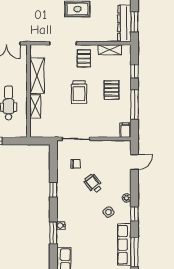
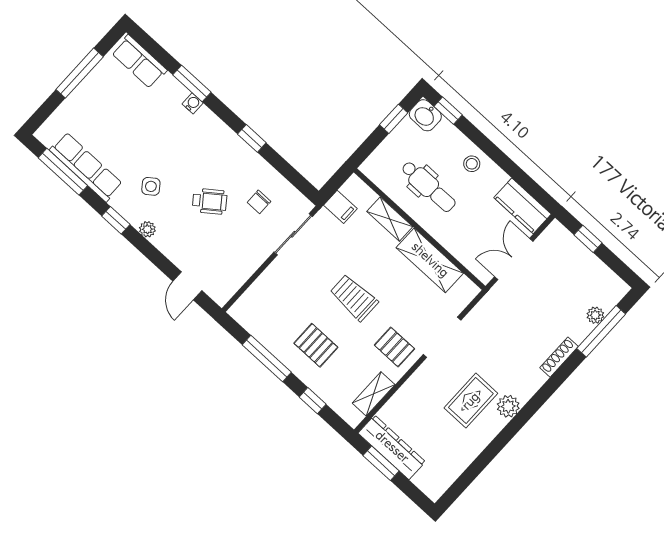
filing cabinet: (126, 130) -> (340, 207), moved

